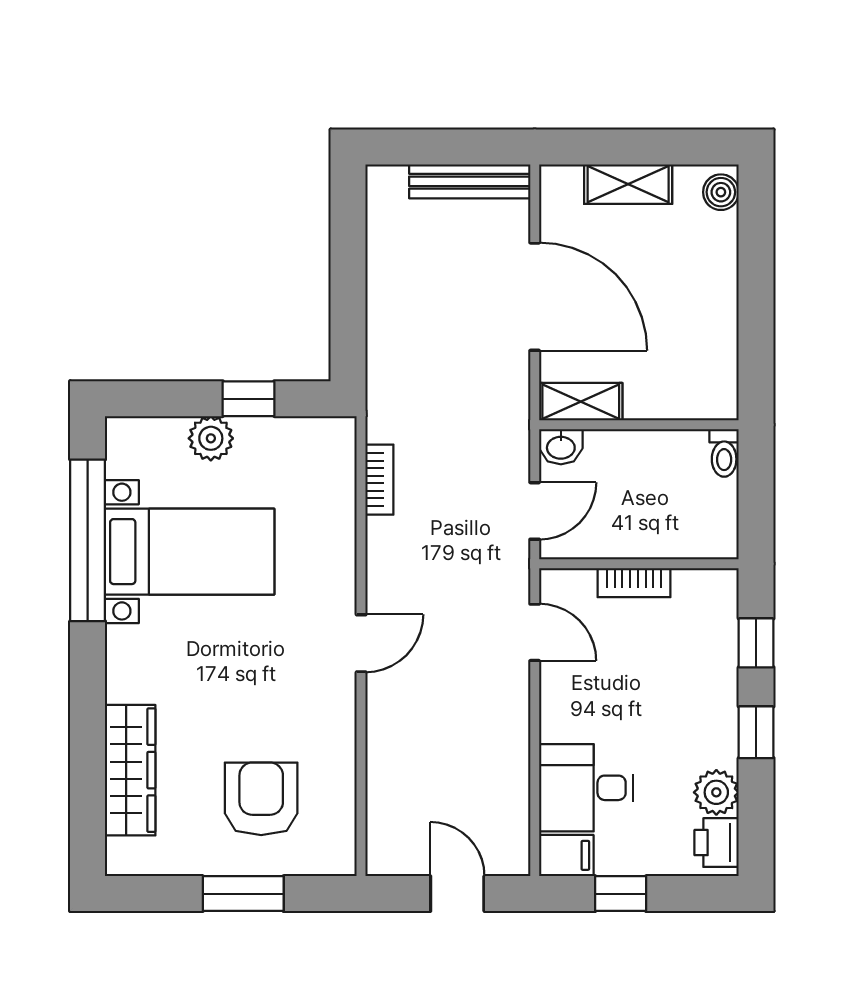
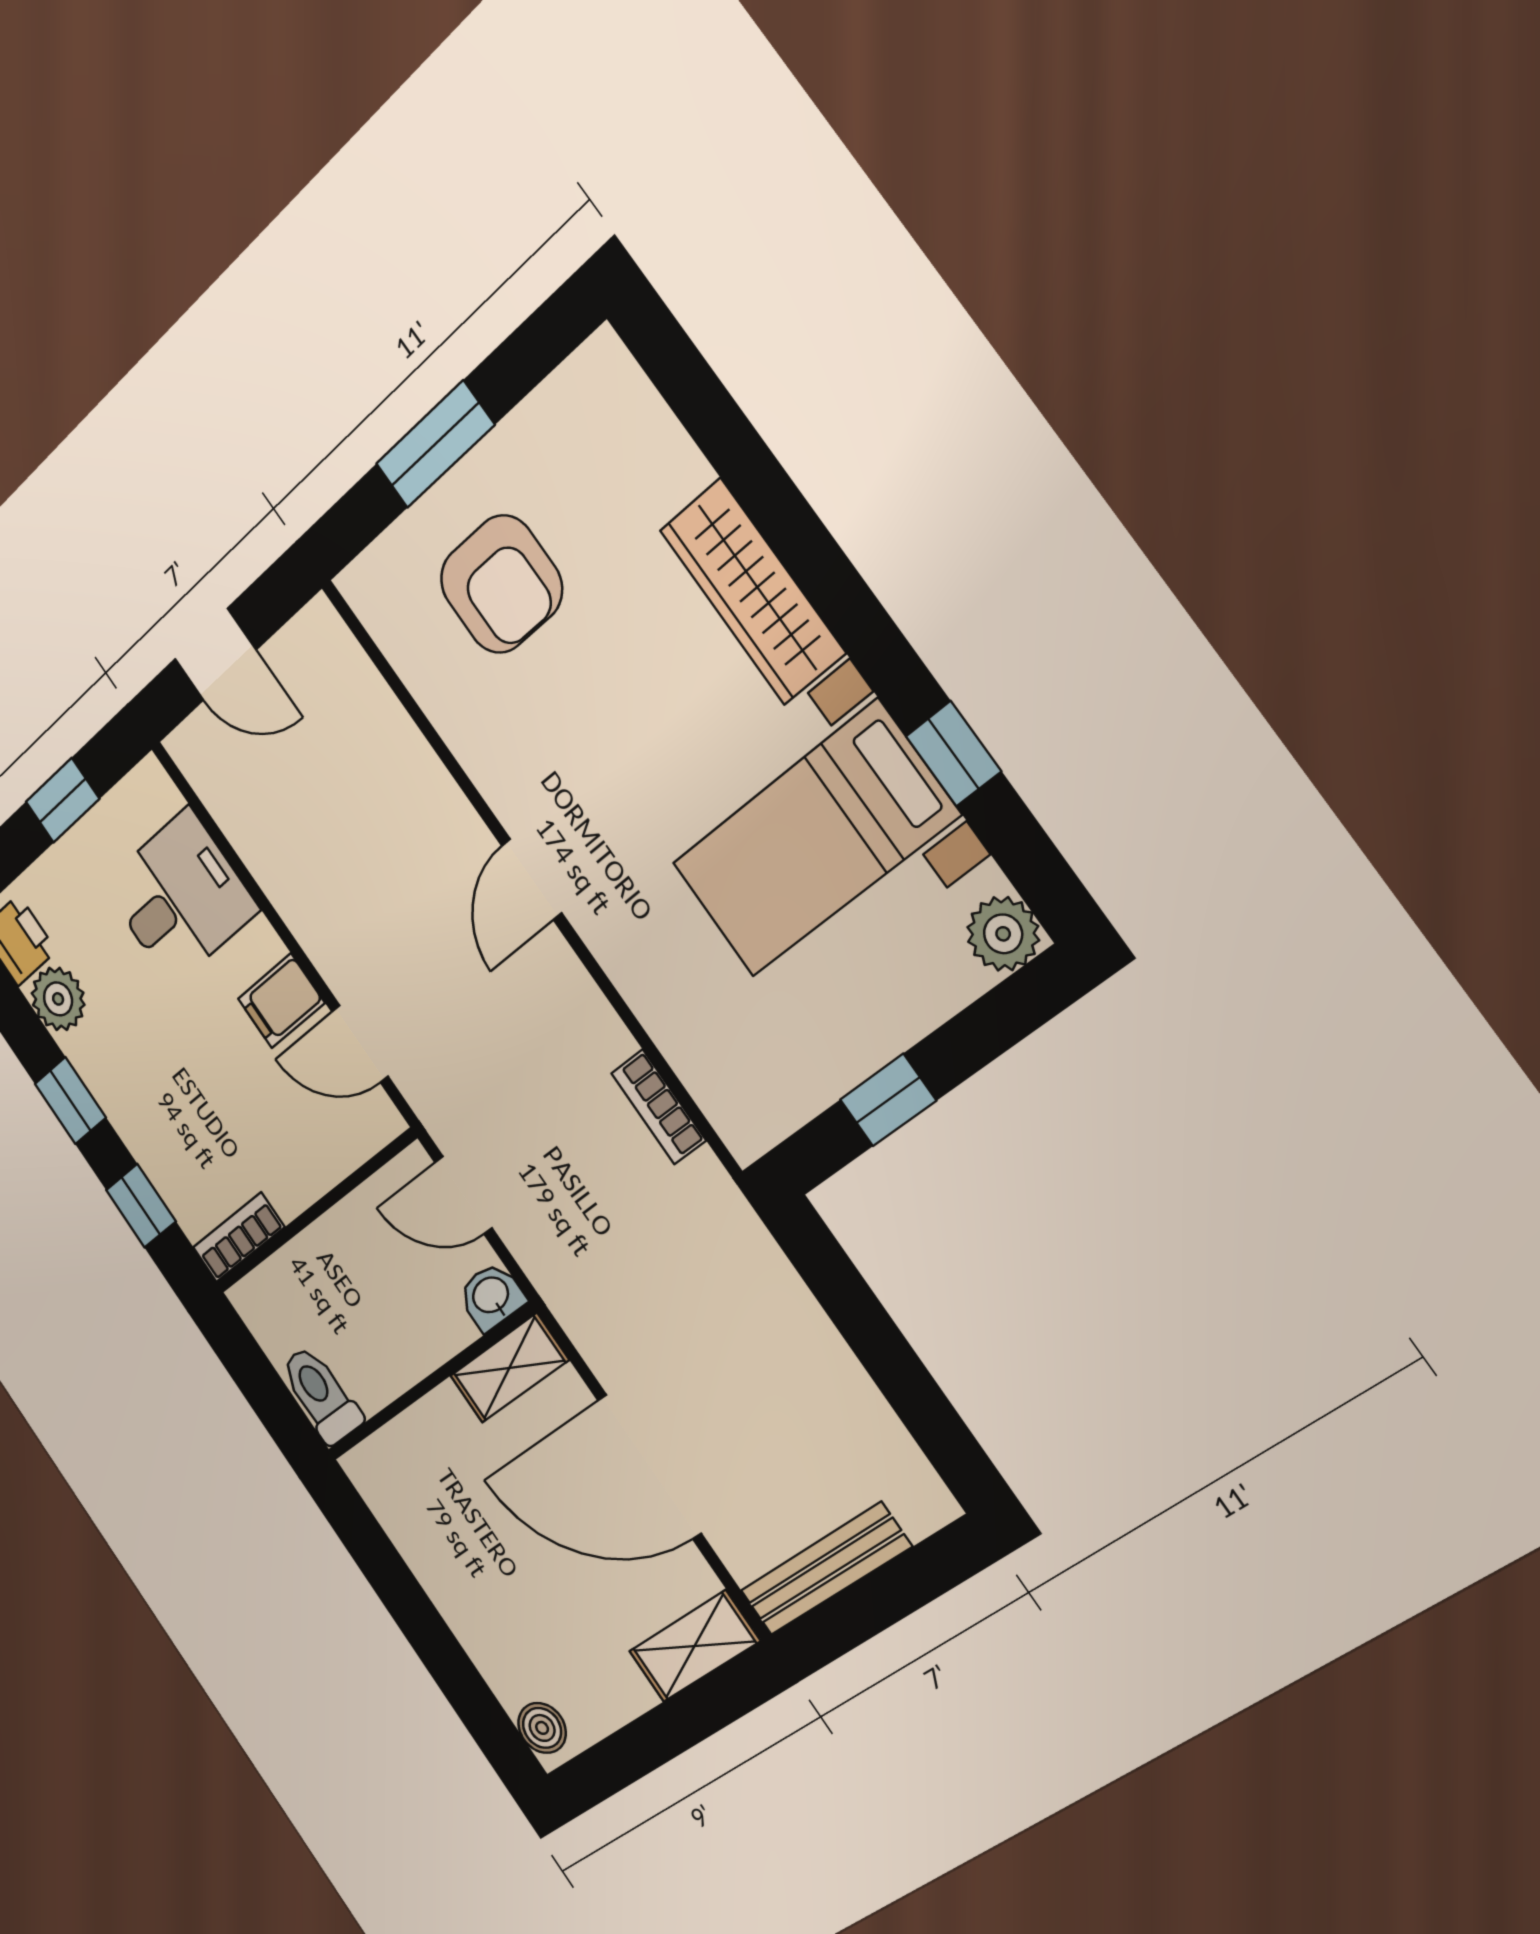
shelving: (628, 184) -> (694, 1646), moved
plant: (211, 438) -> (1003, 934), moved
toilet: (724, 453) -> (321, 1395), width x1.37, depth x1.39
door: (535, 511) -> (463, 1195), hinge flipped
window: (88, 540) -> (953, 754), width x0.32
bookcase: (634, 583) -> (239, 1237), moved
wardrobe: (130, 770) -> (752, 591), moved
filing cabinet: (566, 855) -> (281, 1001), moved

